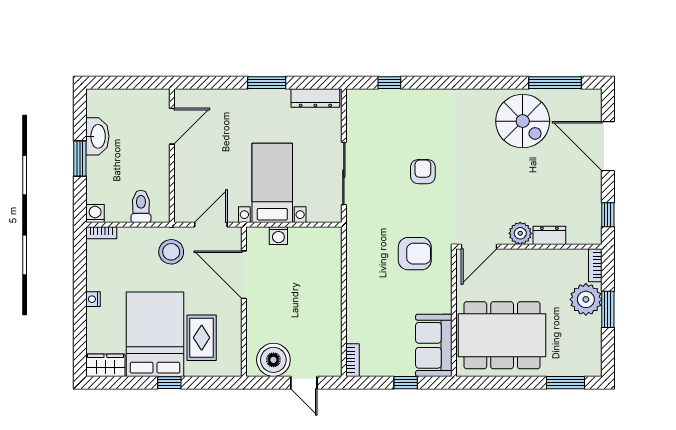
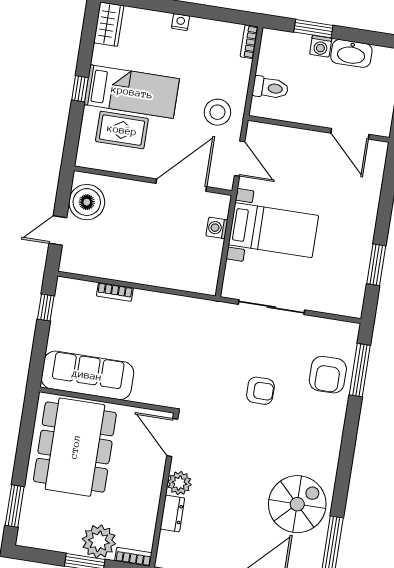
window: (267, 83) -> (376, 265), moved
window: (389, 83) -> (360, 370), width x2.17
dresser: (315, 98) -> (356, 290), removed
spiral stairs: (523, 121) -> (297, 504), turned 180
window: (80, 159) -> (313, 29), moved
washing machine: (95, 213) -> (321, 46), moved, turned 90
armchair: (415, 254) -> (328, 375), moved
bed: (155, 334) -> (132, 92), width x0.67
sofa: (434, 345) -> (87, 375), width x1.36
bookcase: (352, 360) -> (115, 292), moved
window: (406, 383) -> (46, 308), moved

